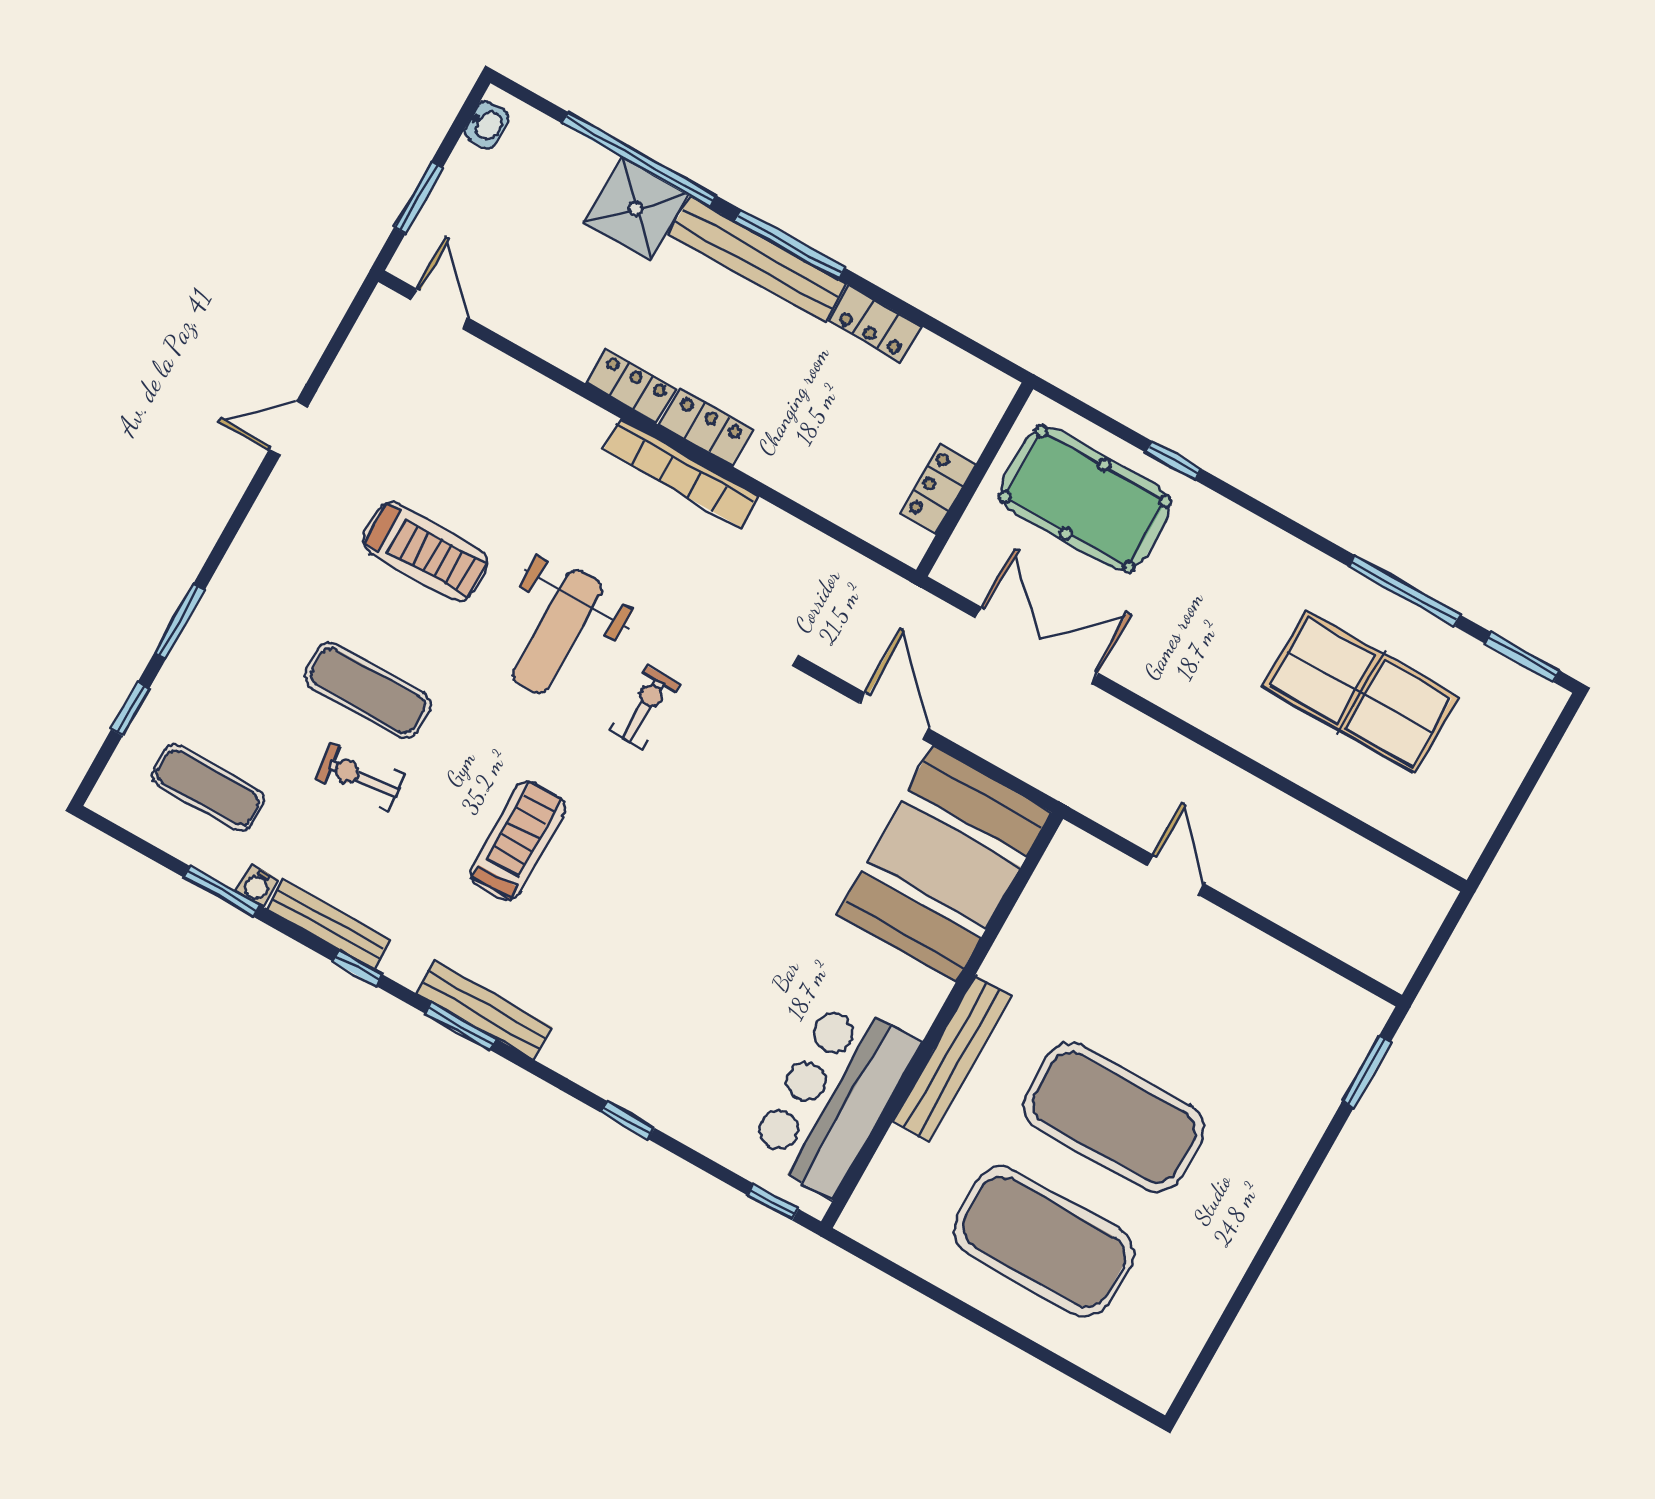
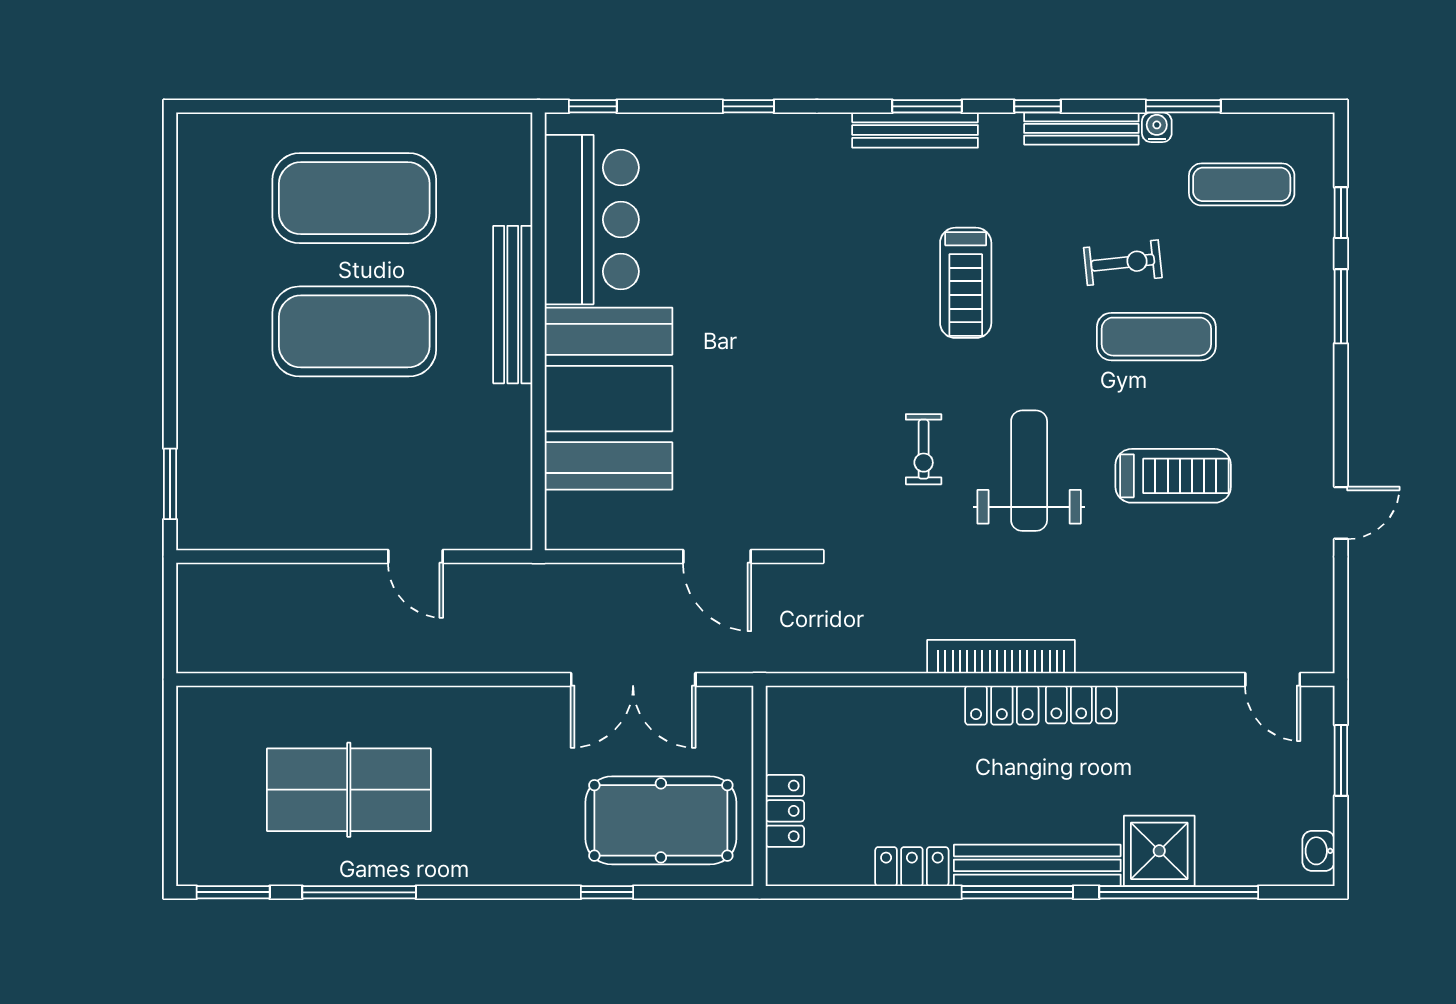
locker: (938, 489) -> (785, 811), moved
treadmill: (425, 551) -> (1173, 476), turned 180
booth: (944, 864) -> (608, 399), moved

